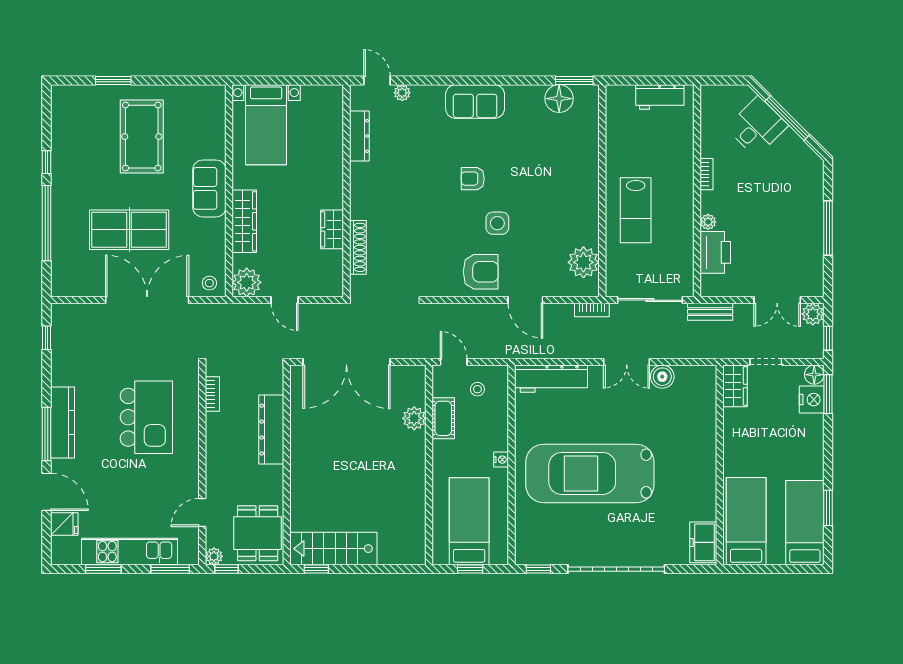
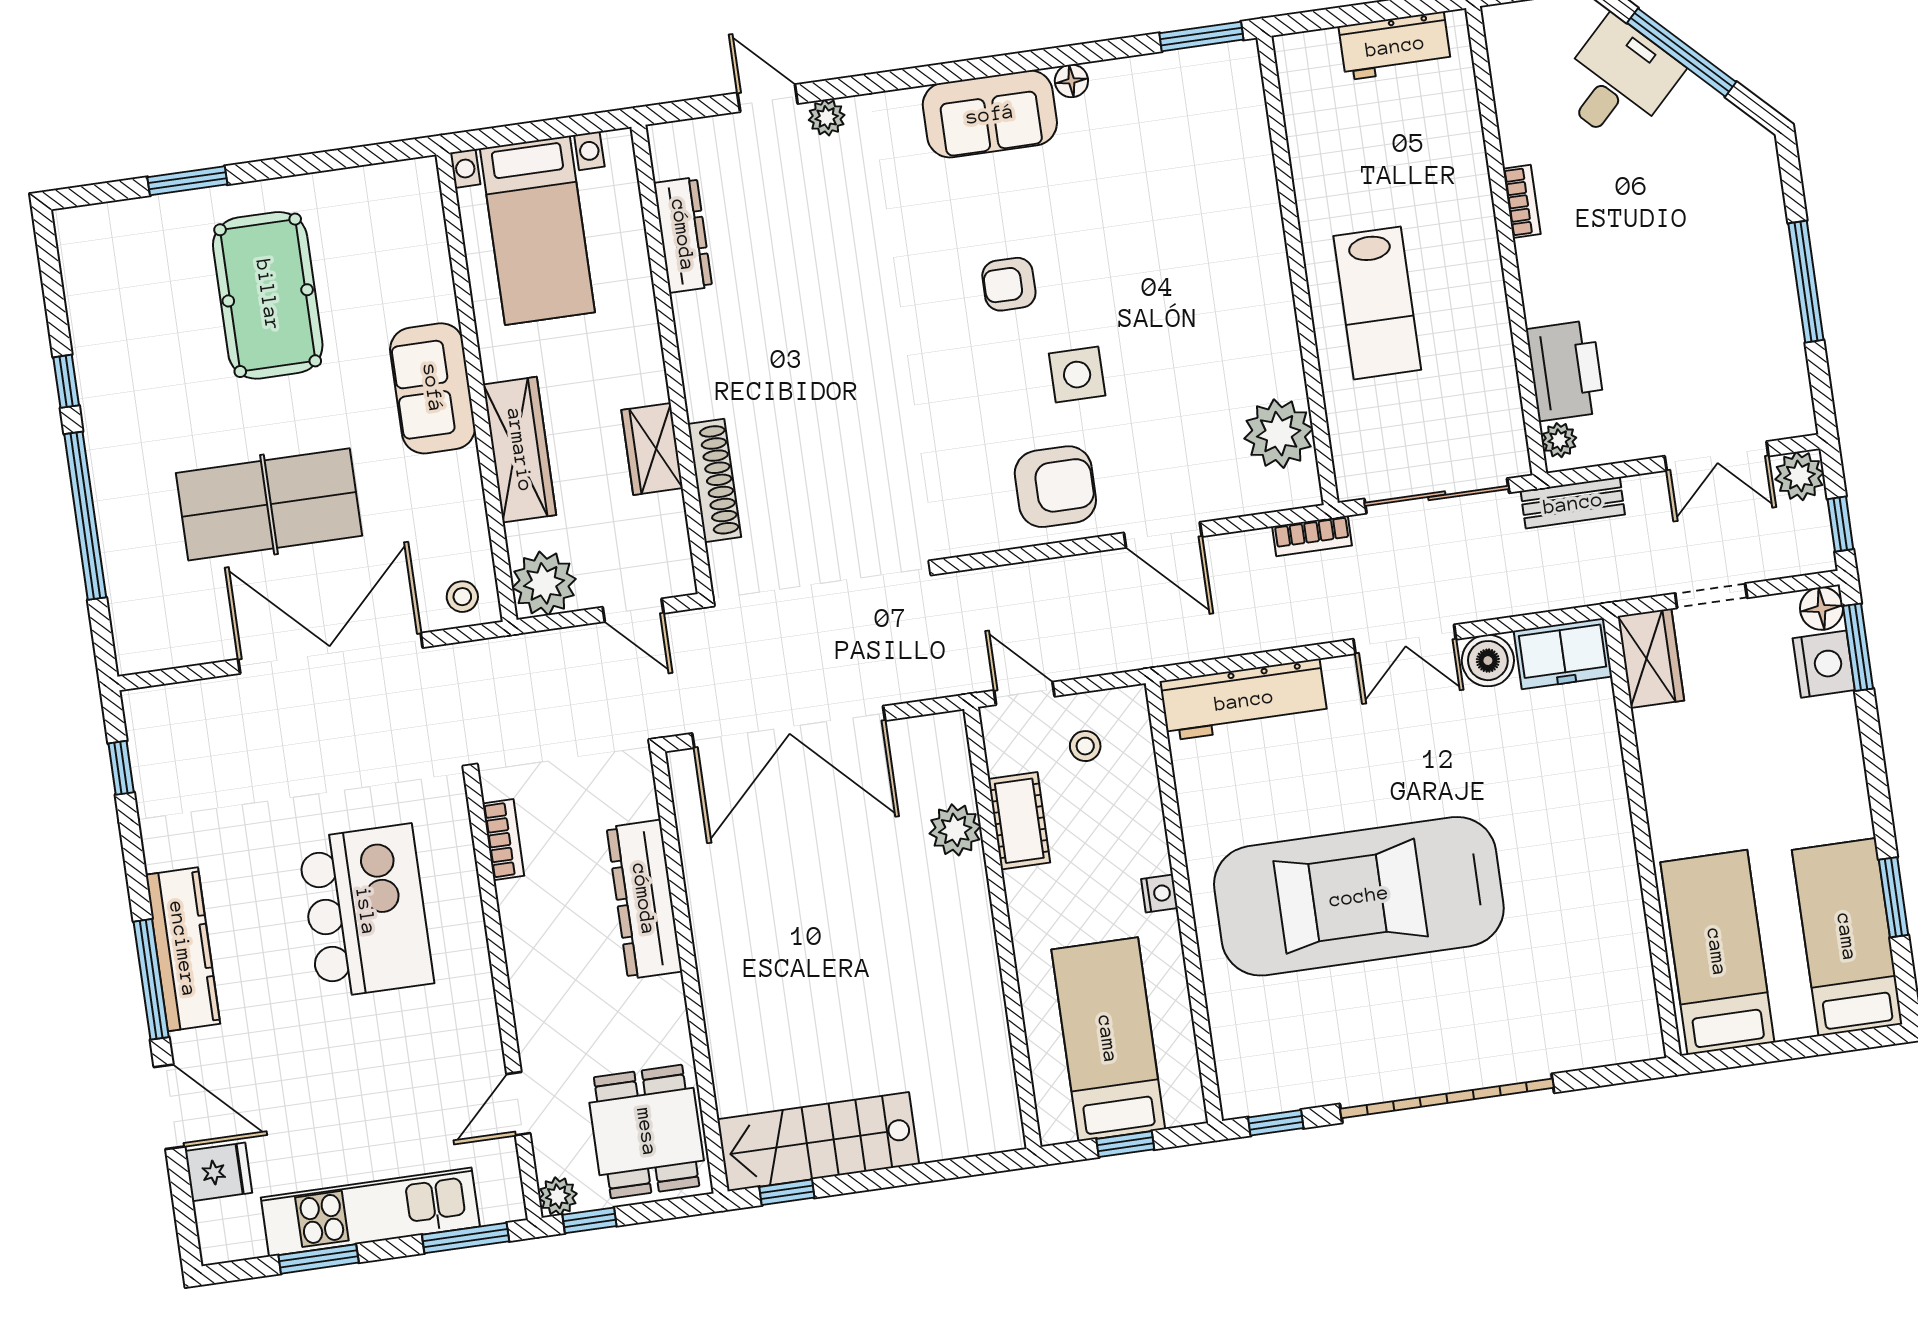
floor lamp: (559, 99) -> (1071, 81), moved, width x0.53, depth x0.53
dresser: (359, 136) -> (683, 235), moved
wall: (347, 191) -> (672, 359), moved
plant: (708, 222) -> (1559, 440), moved
wardrobe: (332, 229) -> (652, 449), moved
shoe rack: (358, 247) -> (714, 480), moved
freezer: (703, 542) -> (1563, 654), moved, turned -90

